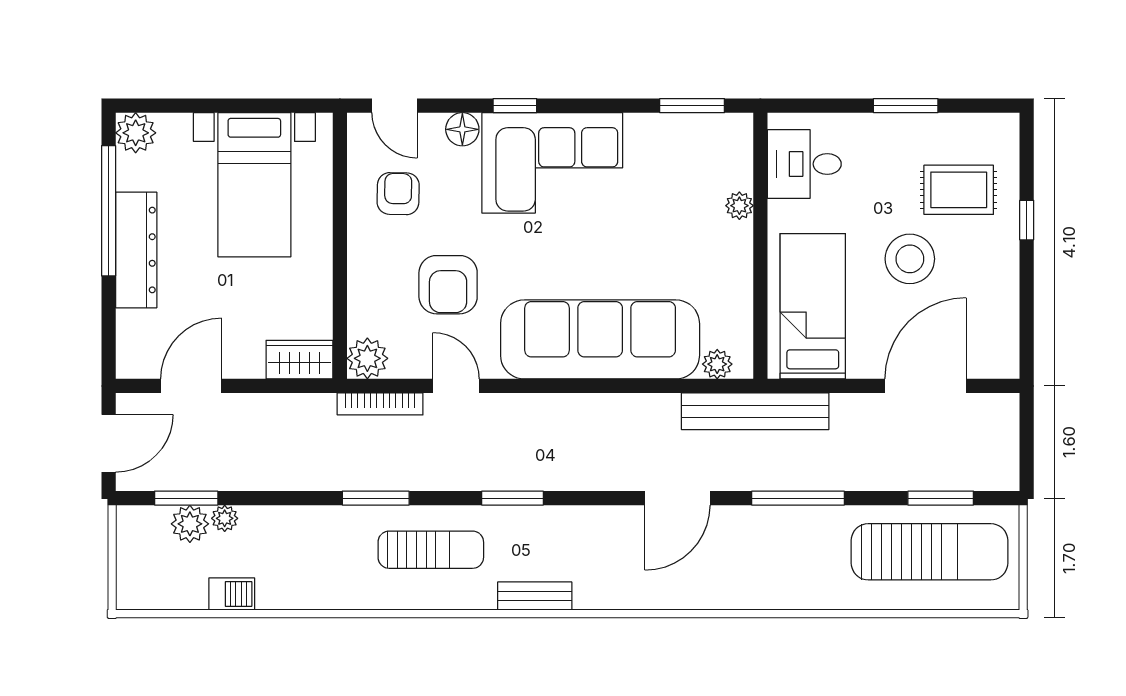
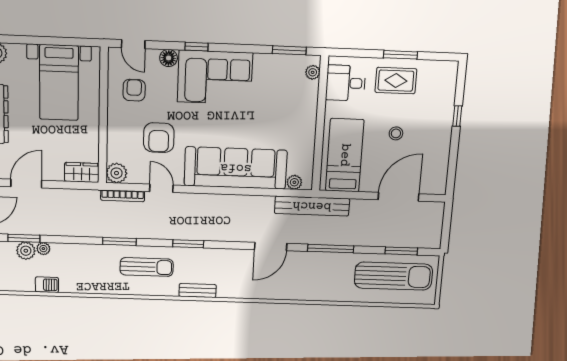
rug: (959, 190) -> (396, 81), moved
plant: (739, 206) -> (313, 72), moved
stool: (910, 259) -> (396, 133), width x0.53, depth x0.53

